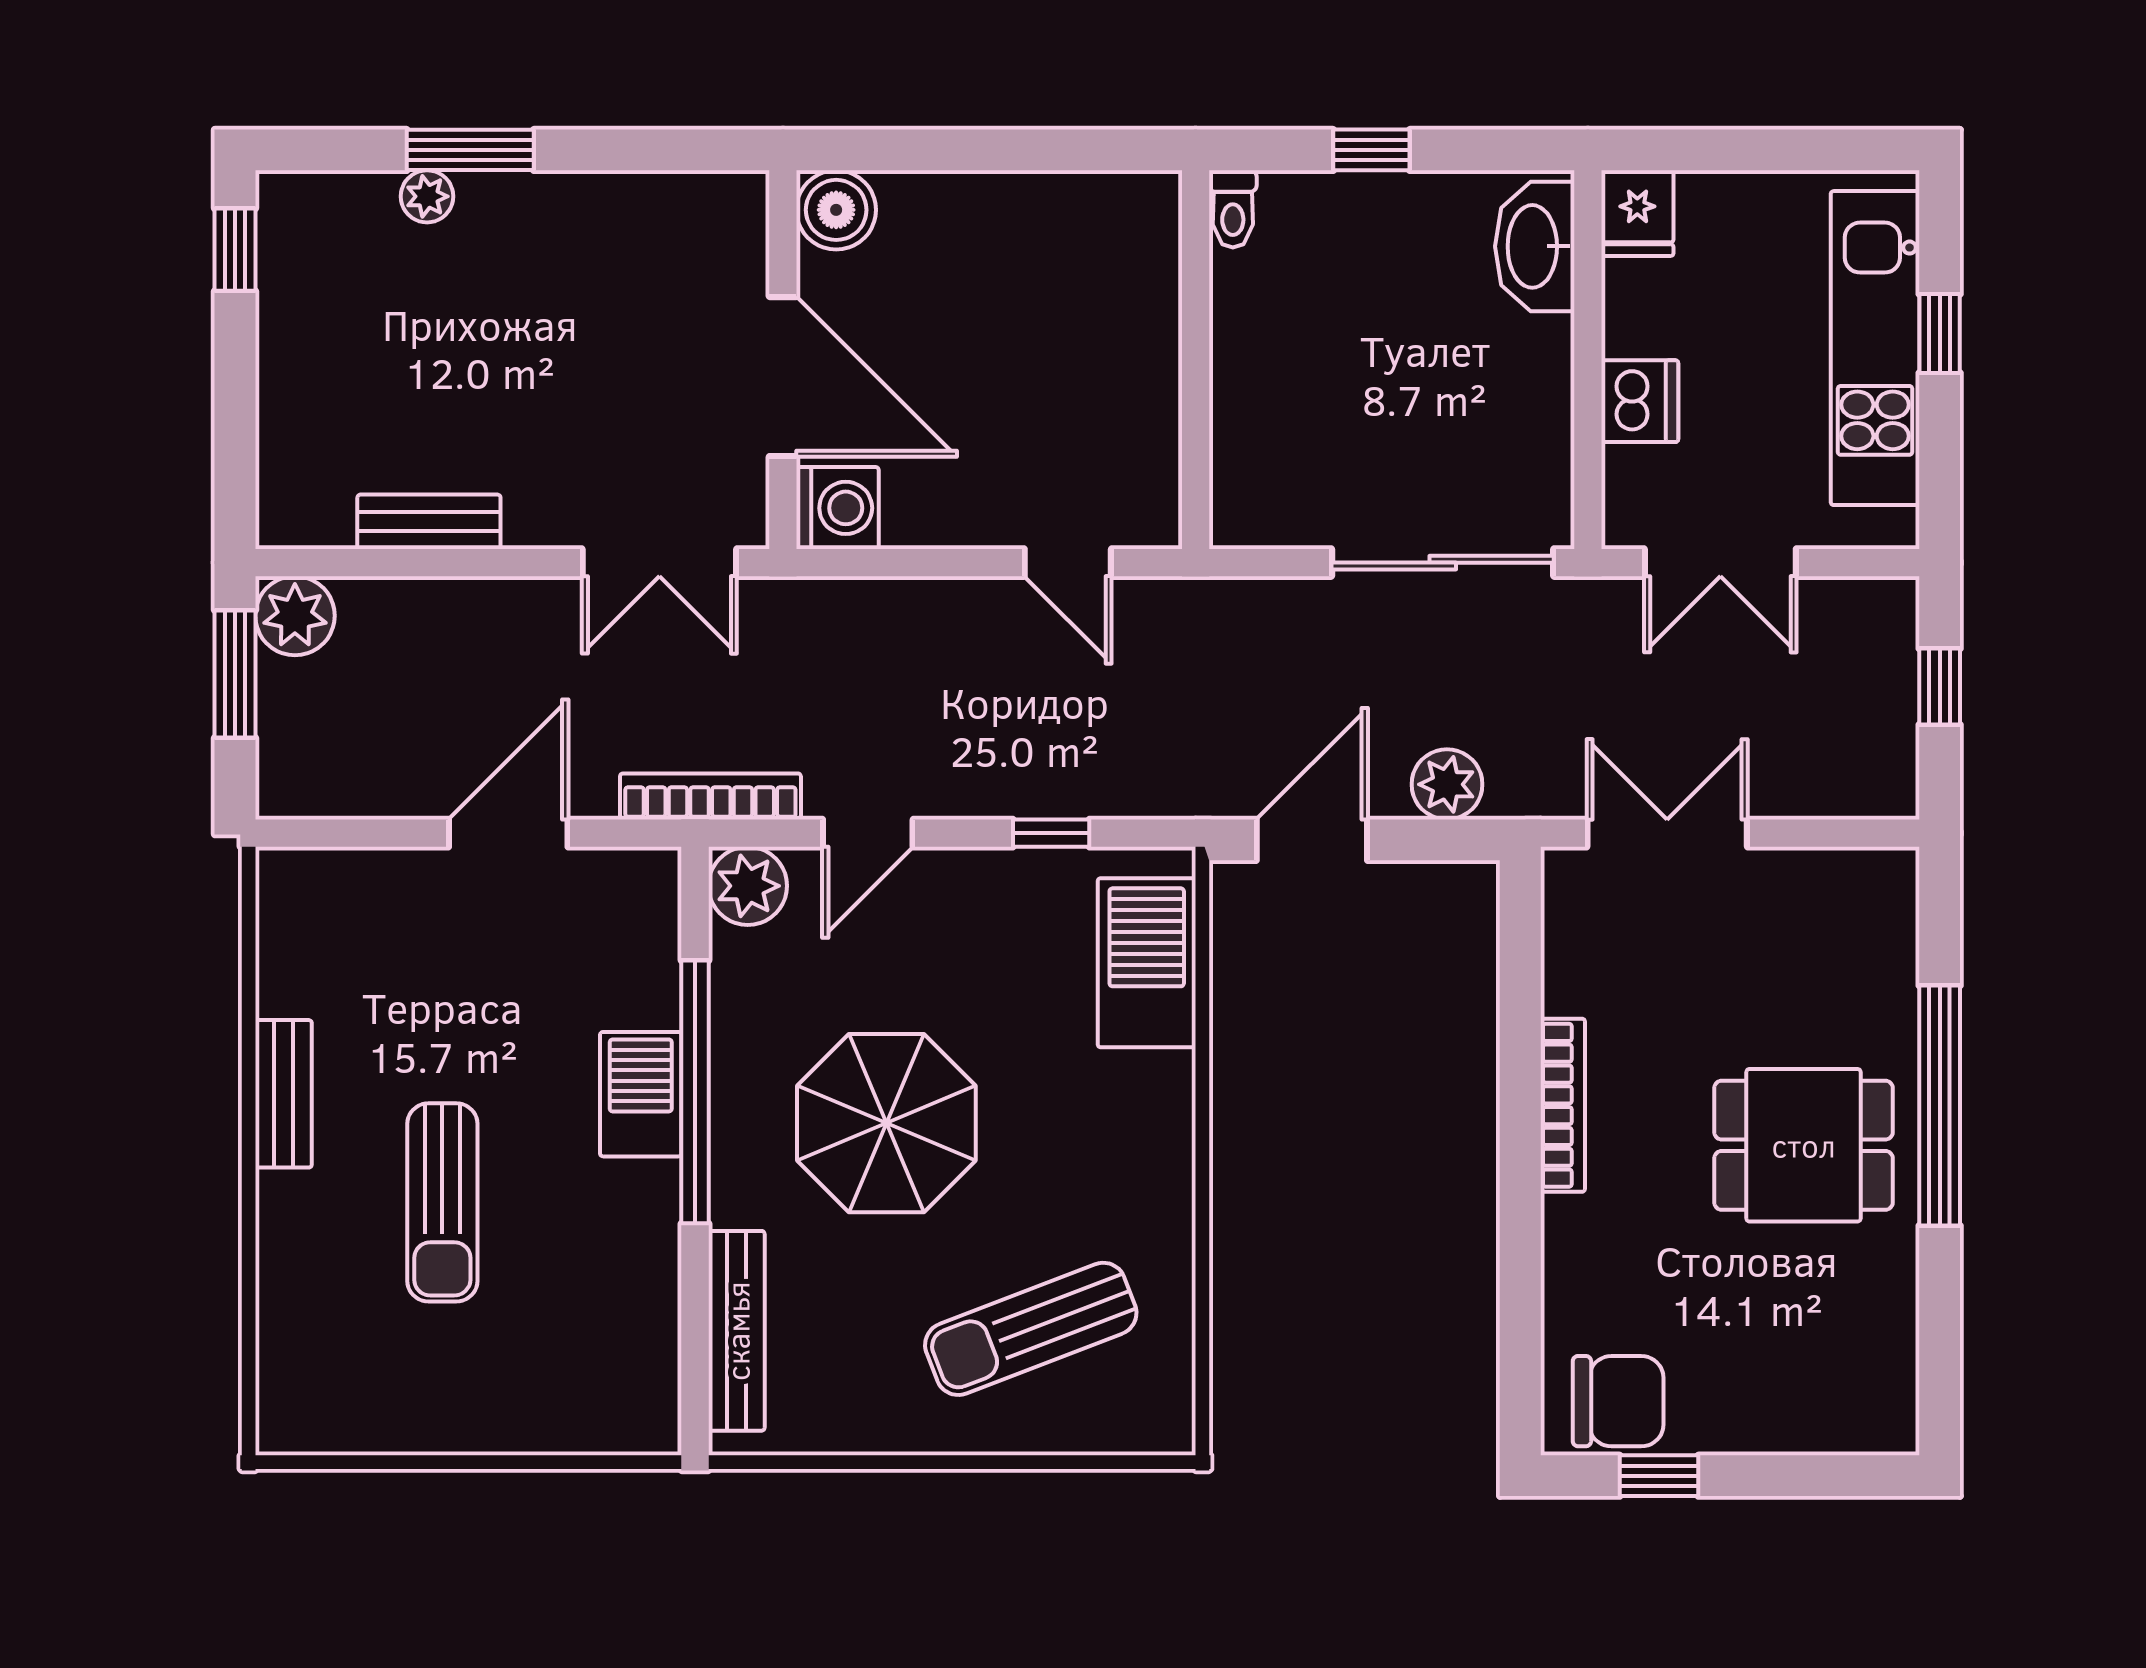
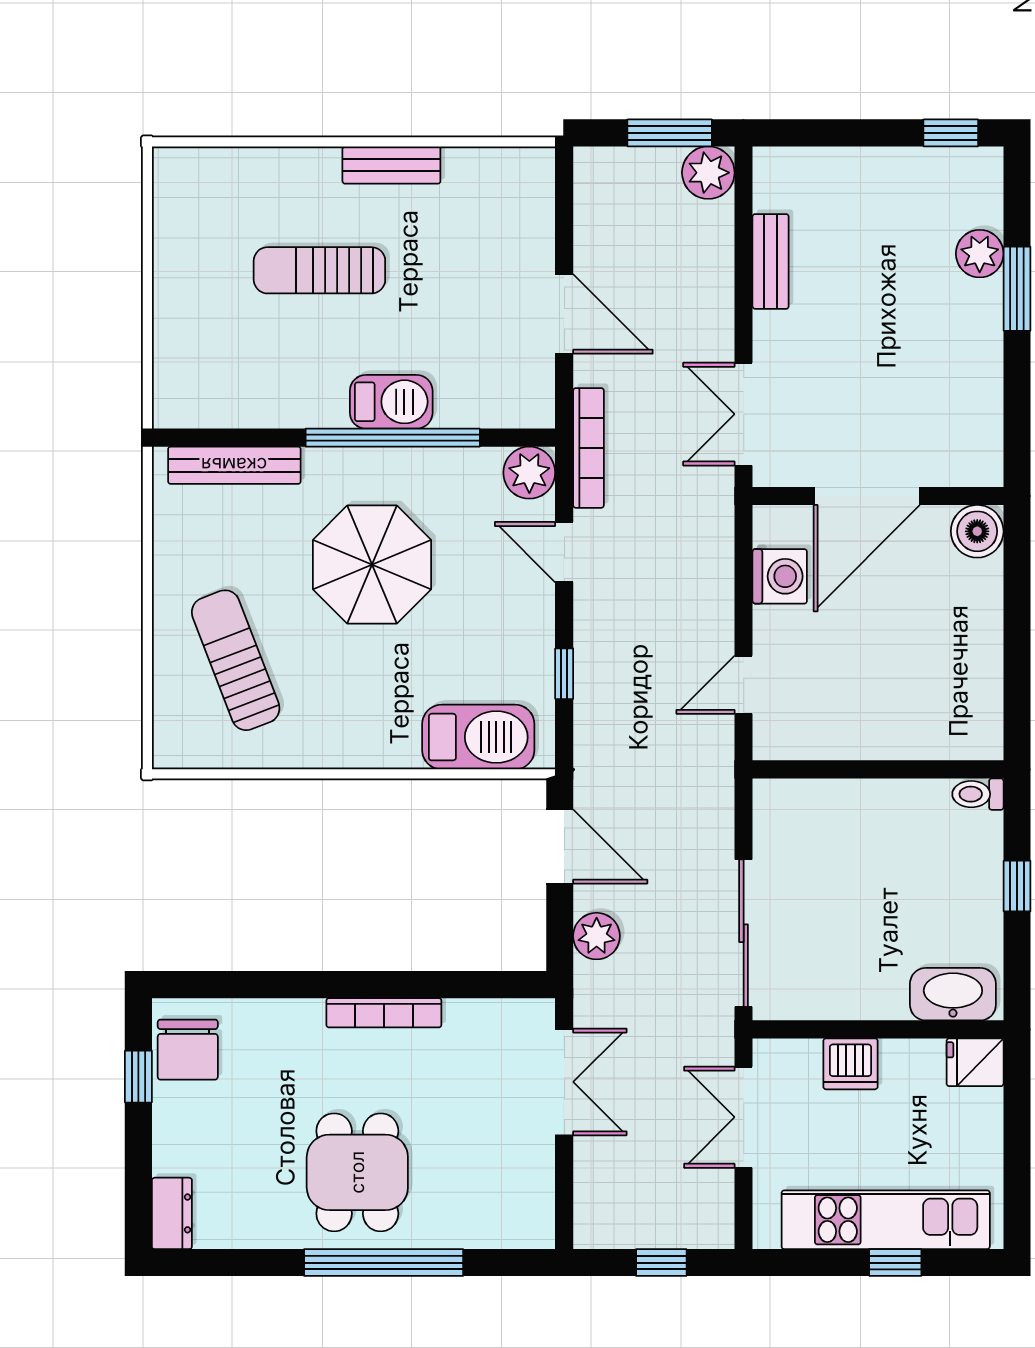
plant: (427, 196) -> (980, 254), width x1.38, depth x1.38
washing machine: (838, 508) -> (780, 576), moved, turned -90
dresser: (1865, 1425) -> (172, 1213), added

